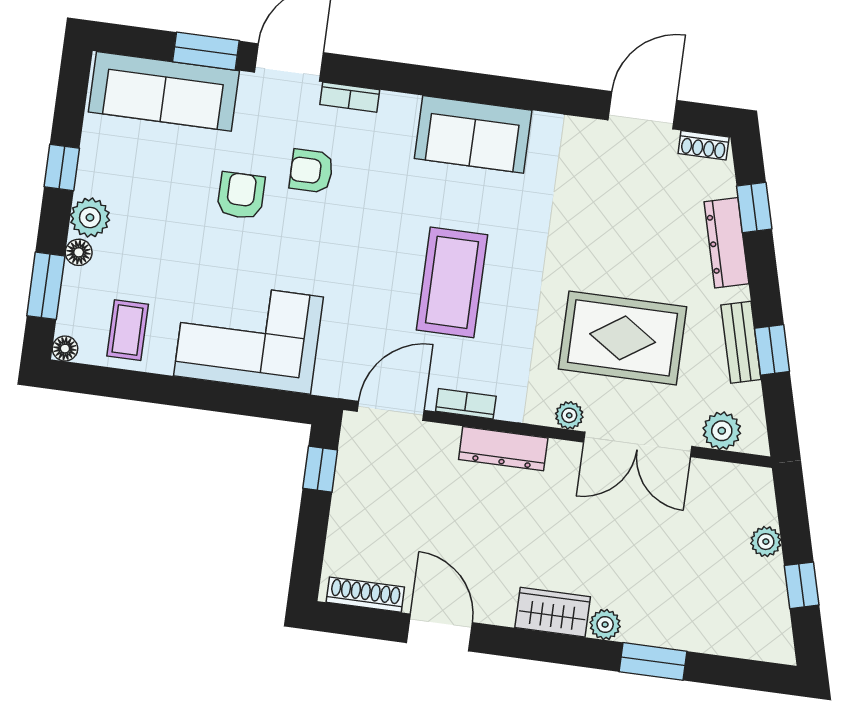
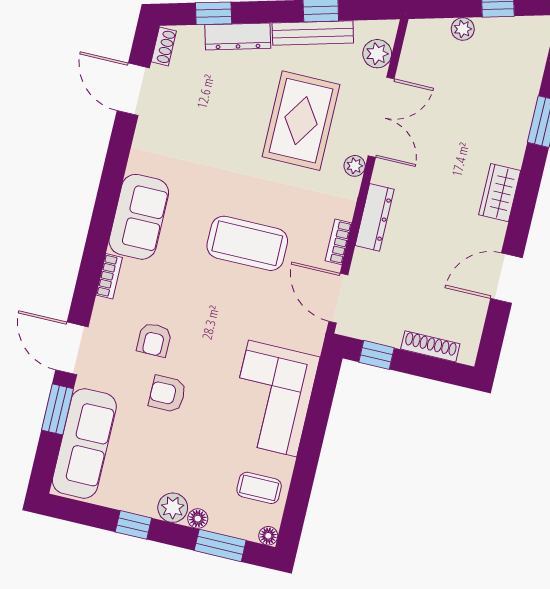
bookcase: (350, 97) -> (109, 276), moved
bench: (741, 342) -> (313, 33), width x1.36
shoe rack: (365, 595) -> (430, 346), moved, turned 90
plant: (605, 625) -> (513, 154), removed

